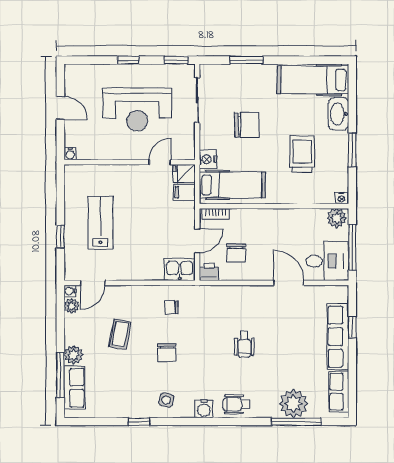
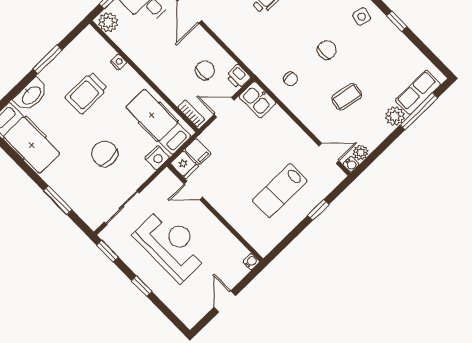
nightstand: (341, 198) -> (119, 62), moved

